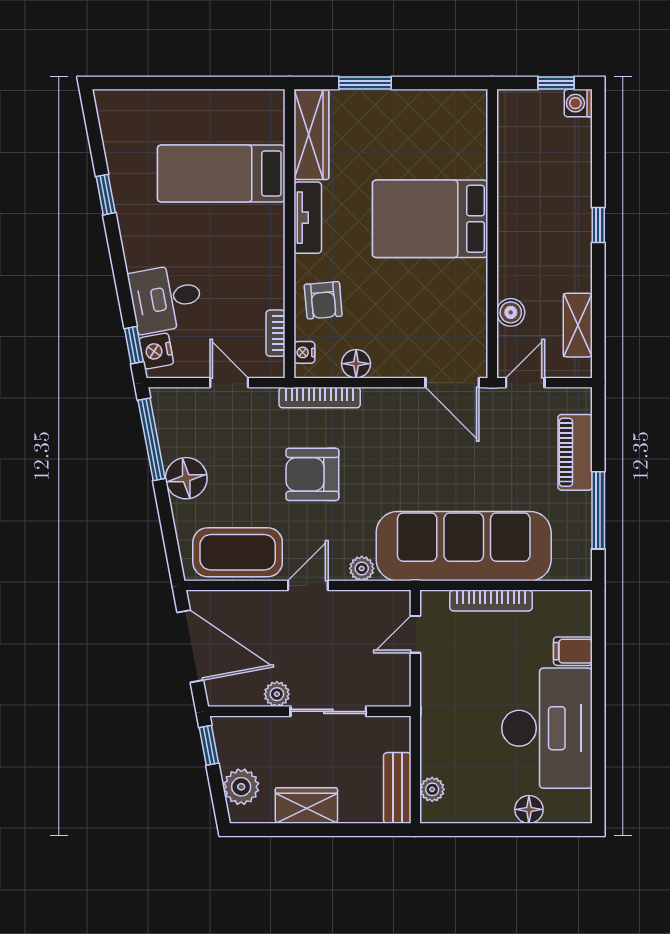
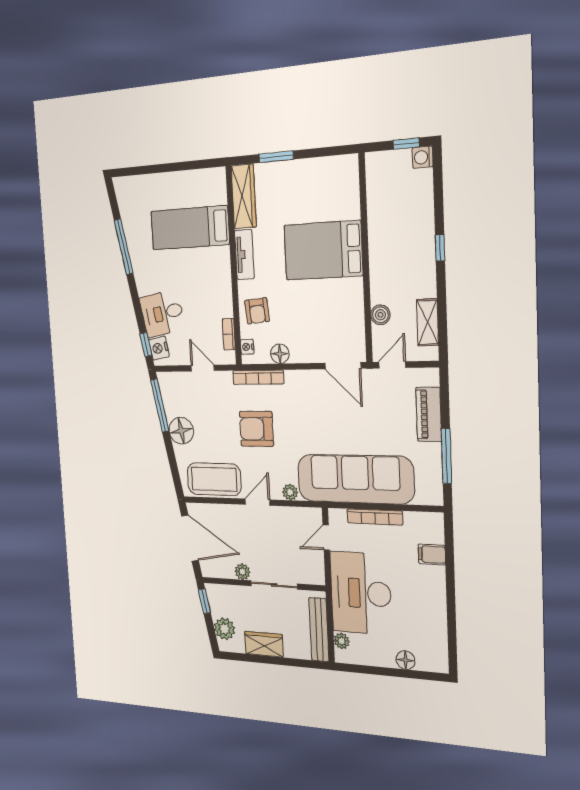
window: (106, 195) -> (124, 247), width x2.17
desk: (547, 728) -> (361, 593), moved, turned 180
bench: (397, 788) -> (319, 630), width x1.36

